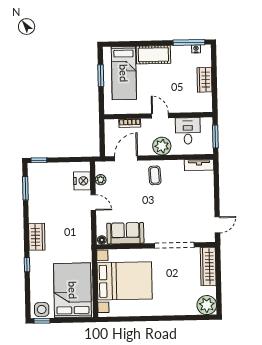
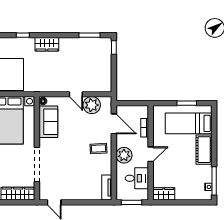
wardrobe: (205, 80) -> (164, 194), moved
plant: (101, 180) -> (92, 105), width x1.87, depth x1.87
nightstand: (82, 181) -> (95, 85), removed
door: (93, 203) -> (76, 94), hinge flipped

